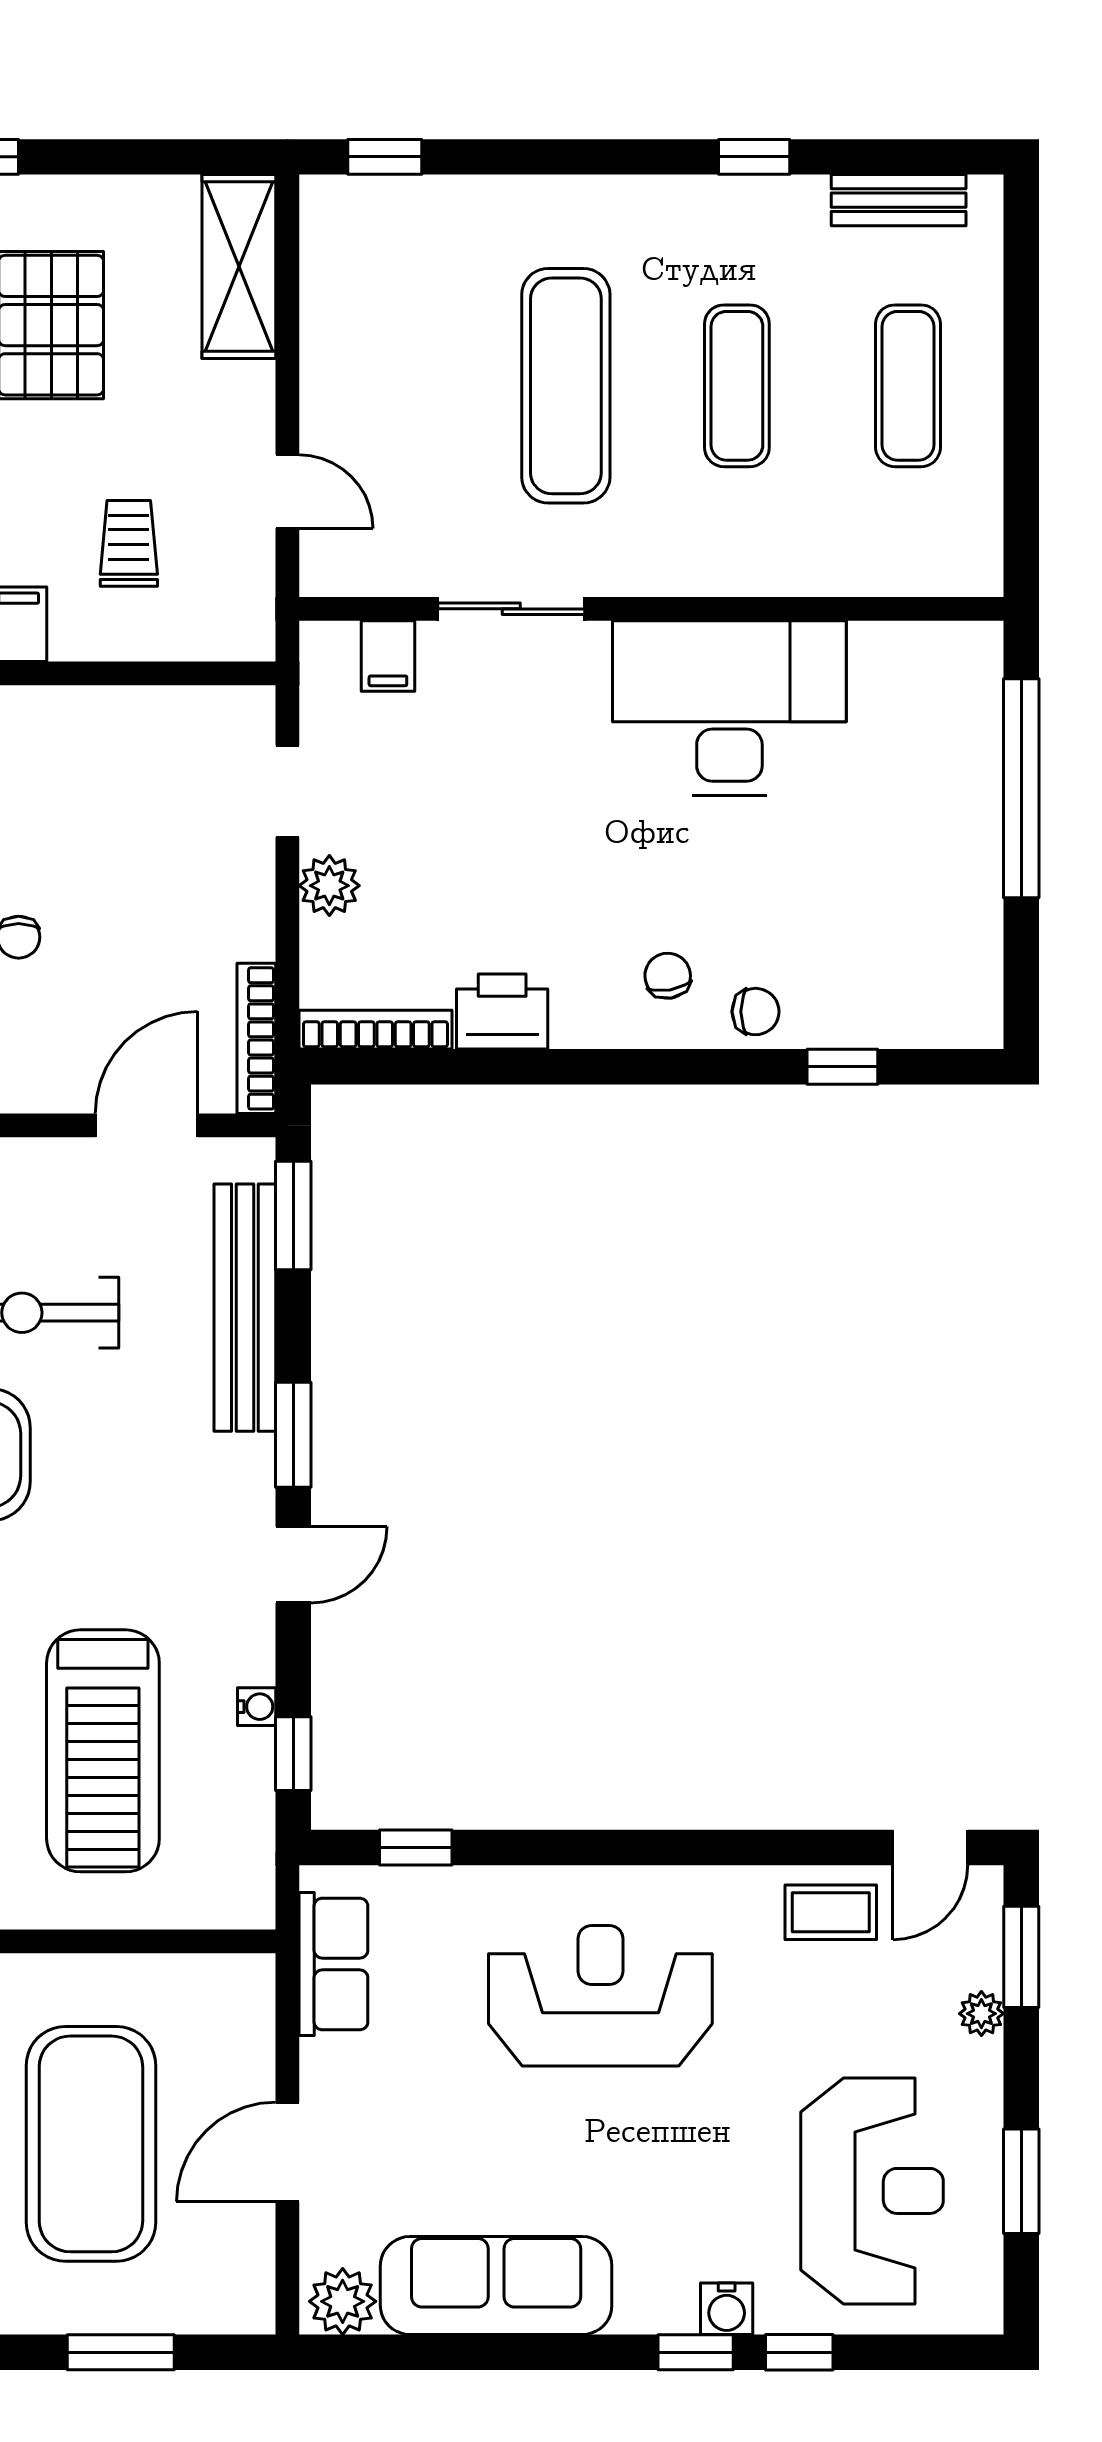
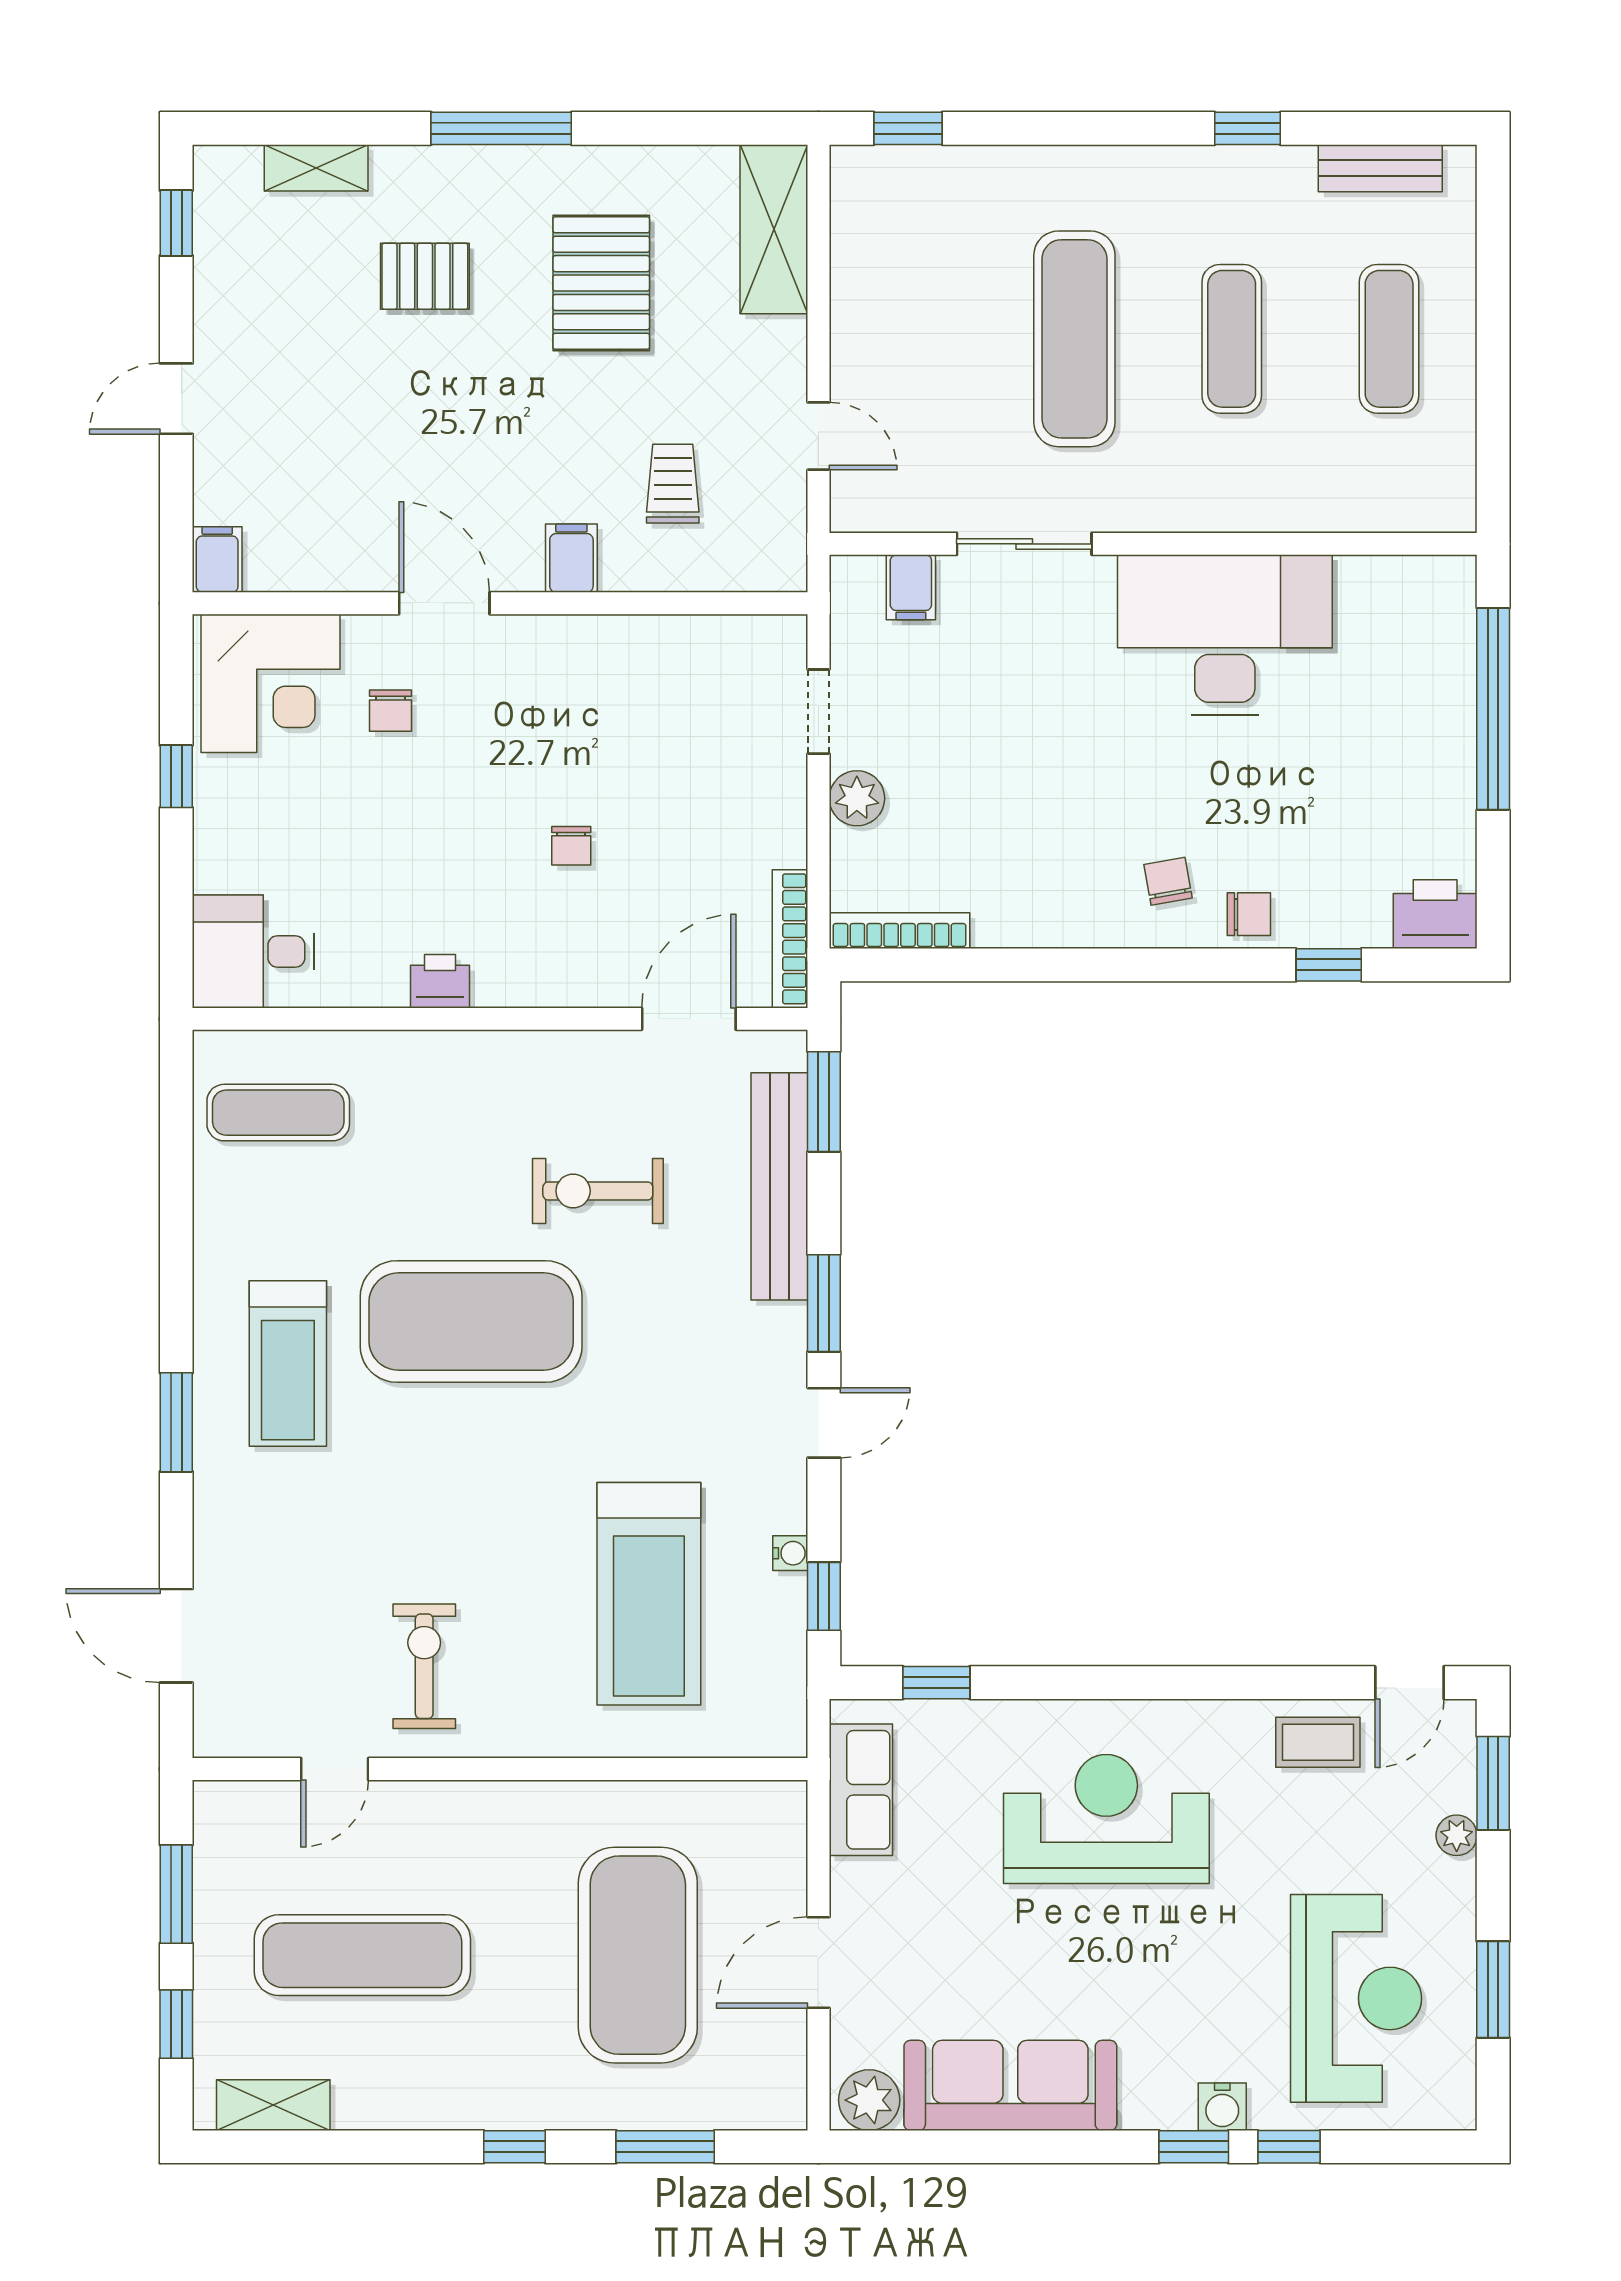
printer: (502, 1012) -> (1435, 914), moved

